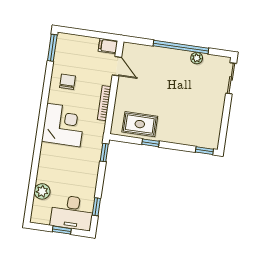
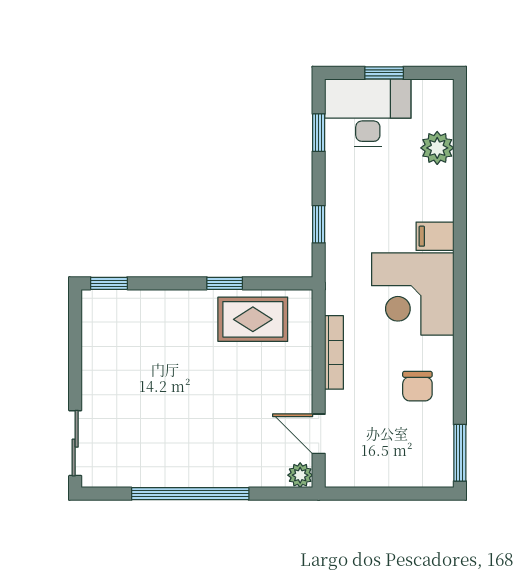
filing cabinet: (108, 46) -> (435, 236), moved, turned 180
plant: (197, 58) -> (300, 475), moved
window: (104, 153) -> (319, 224), moved

